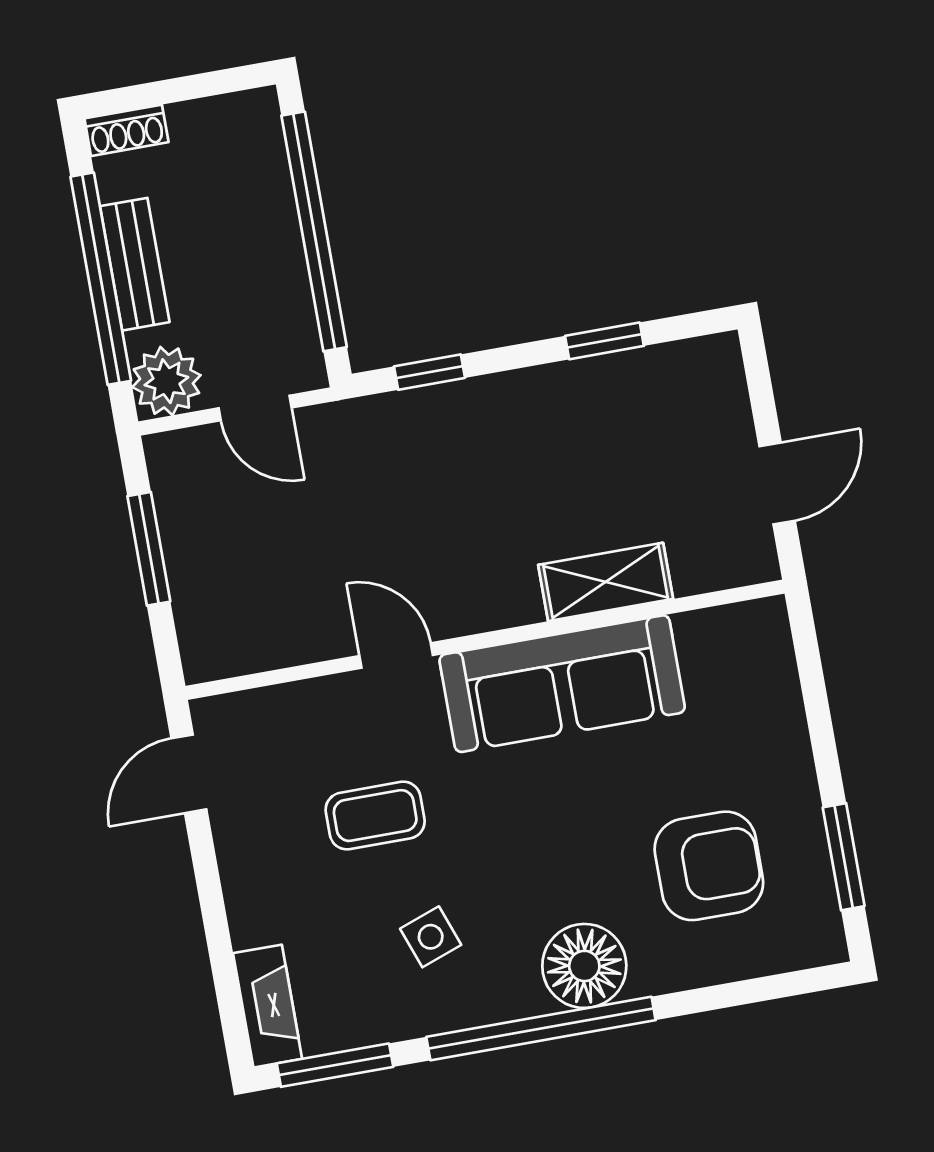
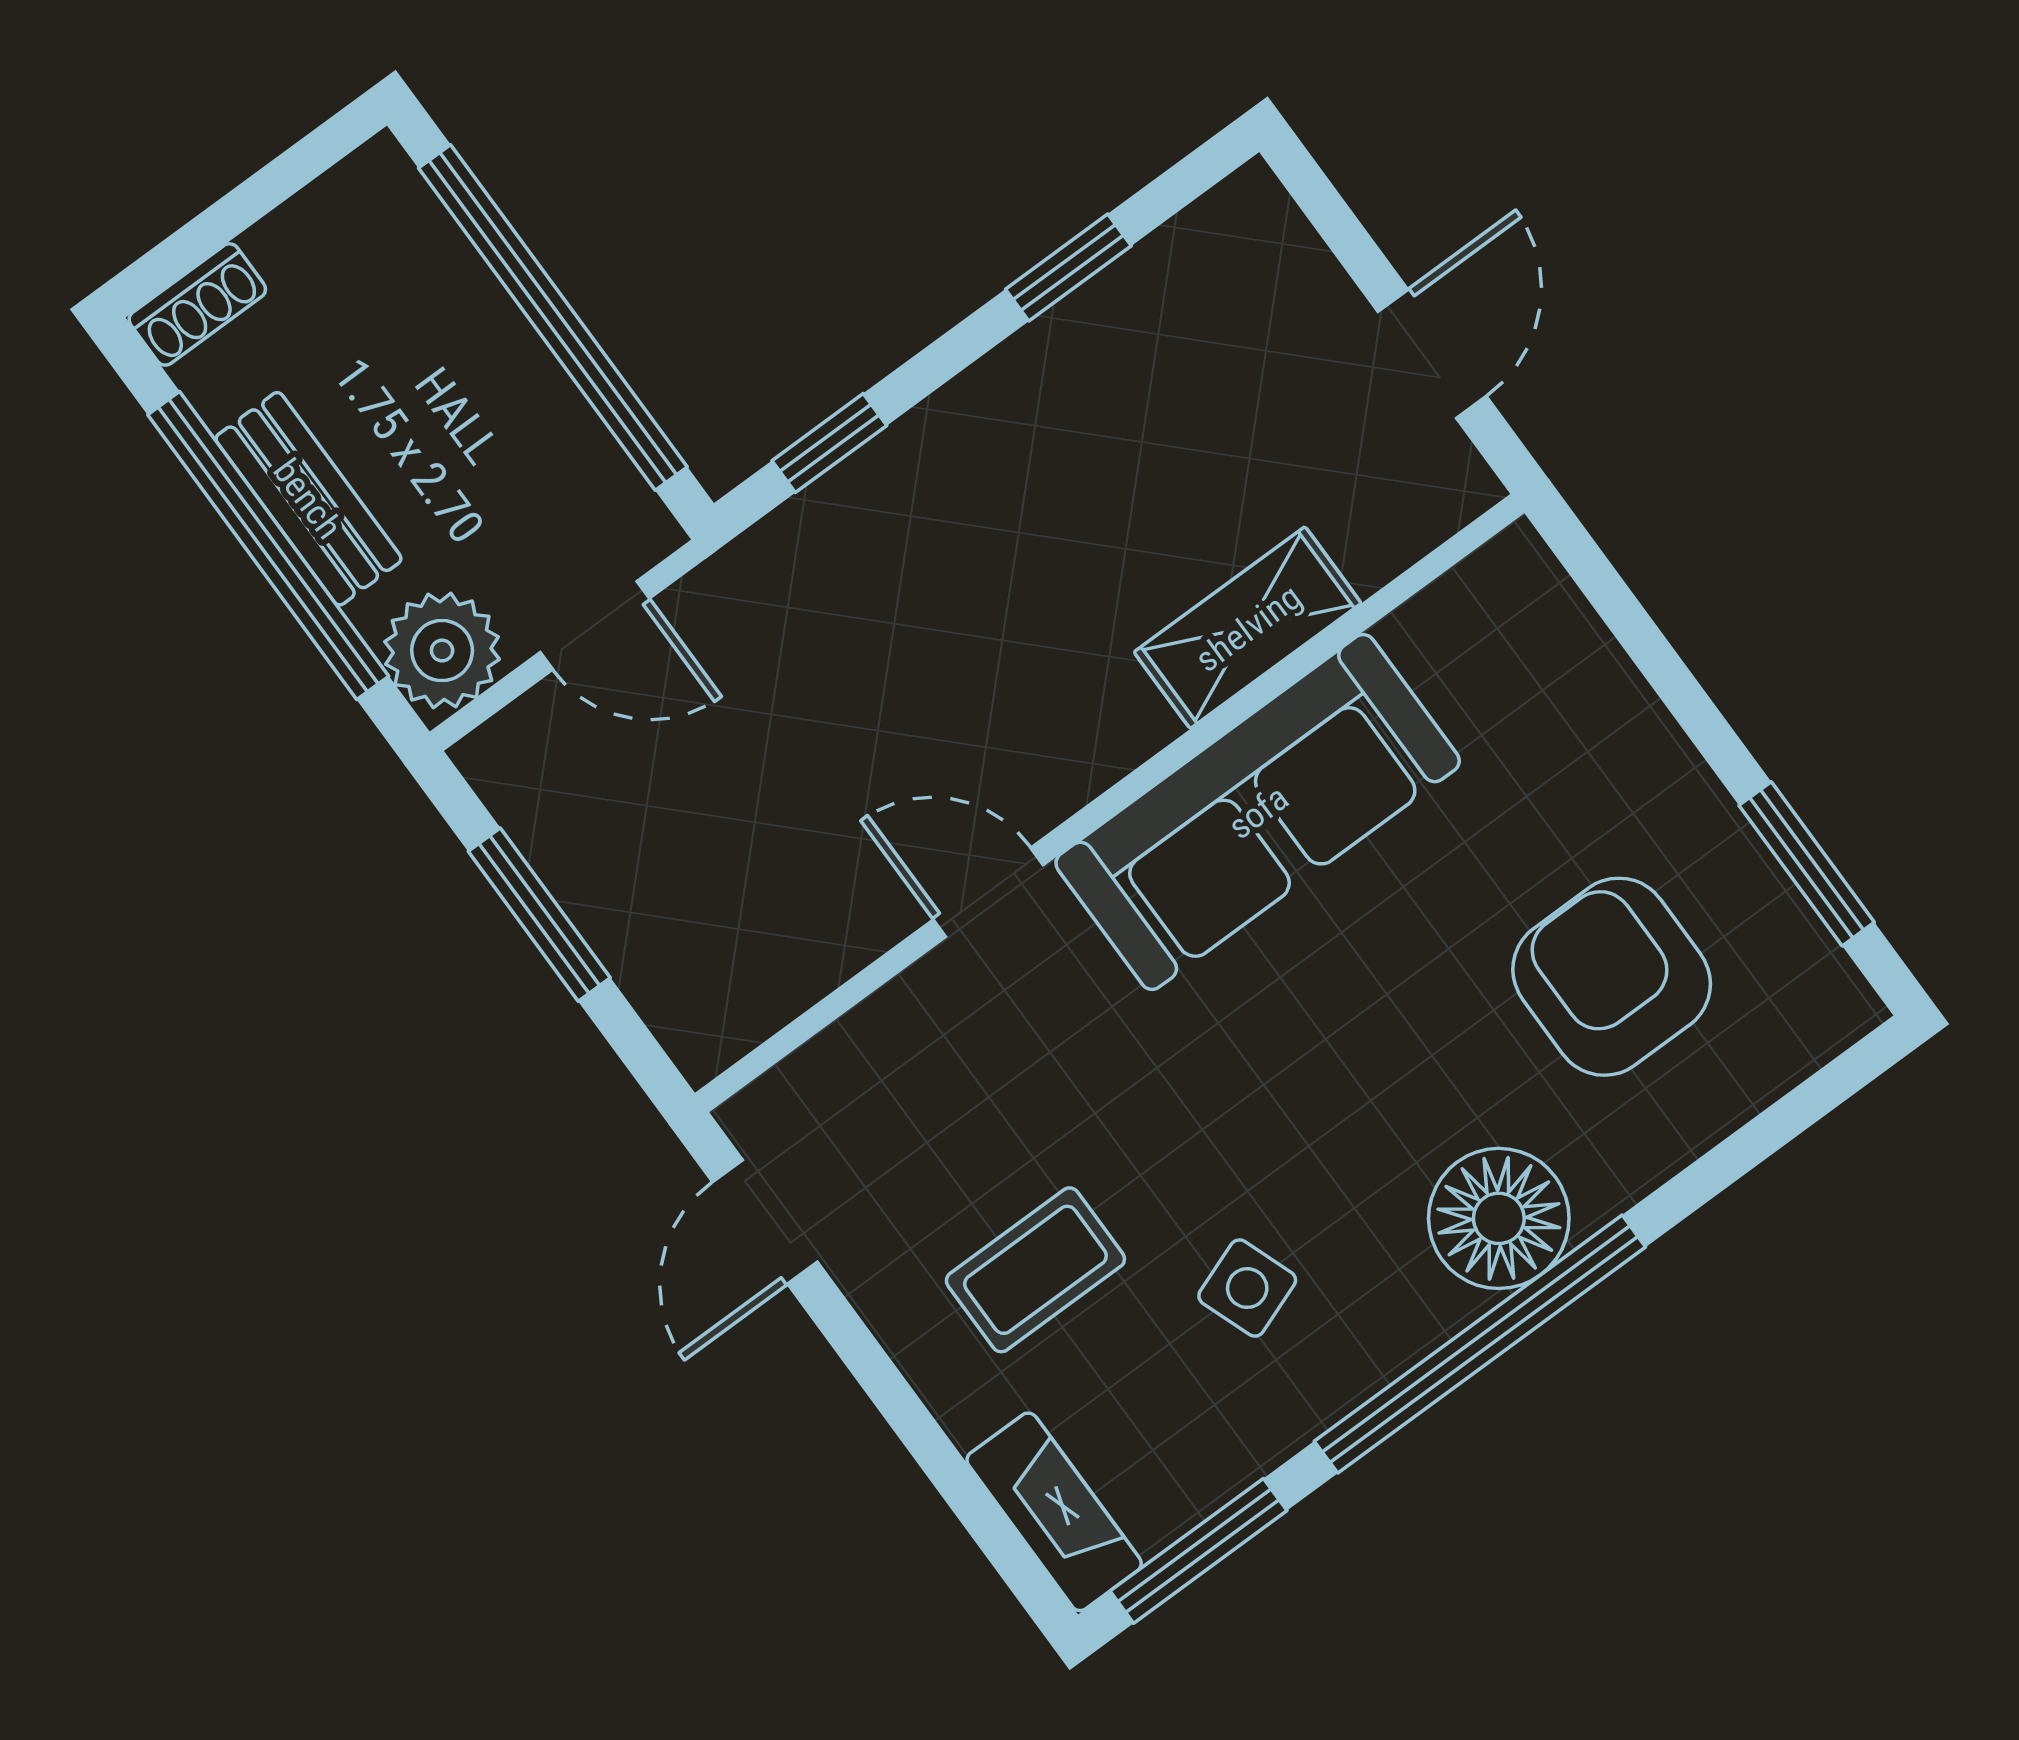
coffee table: (375, 816) -> (1035, 1270), moved
armchair: (709, 866) -> (1612, 977), turned -90

